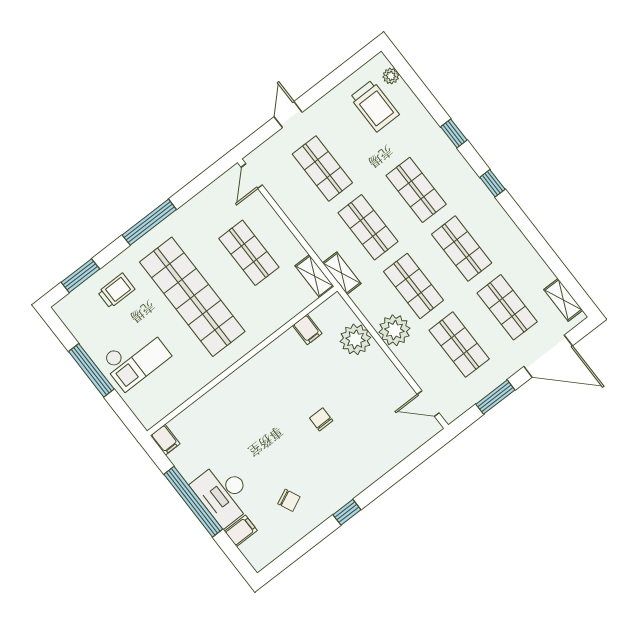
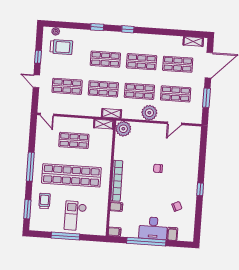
window: (328, 84) -> (38, 57), added
filing cabinet: (307, 329) -> (116, 207), moved
plant: (355, 339) -> (123, 129), moved
checkout: (136, 358) -> (75, 216), turned 180
bookcase: (246, 373) -> (117, 181), added
door: (428, 404) -> (174, 123), moved

